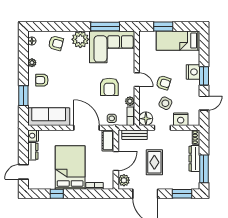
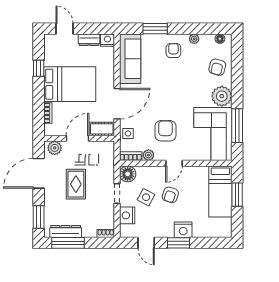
bed: (178, 41) -> (220, 191), moved, turned 180
armchair: (109, 87) -> (165, 131), turned 90
bench: (135, 135) -> (109, 161), removed
dresser: (194, 159) -> (66, 232), moved
door: (116, 161) -> (77, 138), swing flipped
rug: (154, 162) -> (76, 184), turned 90

